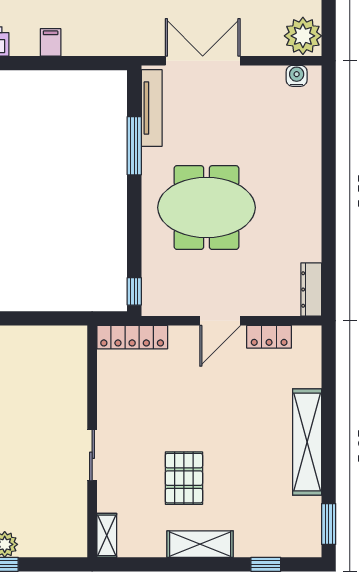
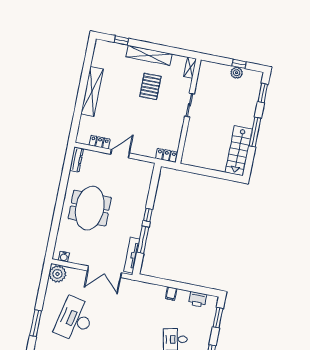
meeting table: (206, 208) -> (90, 208), moved, turned 90
window: (134, 291) -> (148, 215), moved
locker: (132, 337) -> (166, 155), width x0.66
window: (329, 524) -> (90, 53), removed
shelving: (200, 544) -> (149, 55), width x1.47

